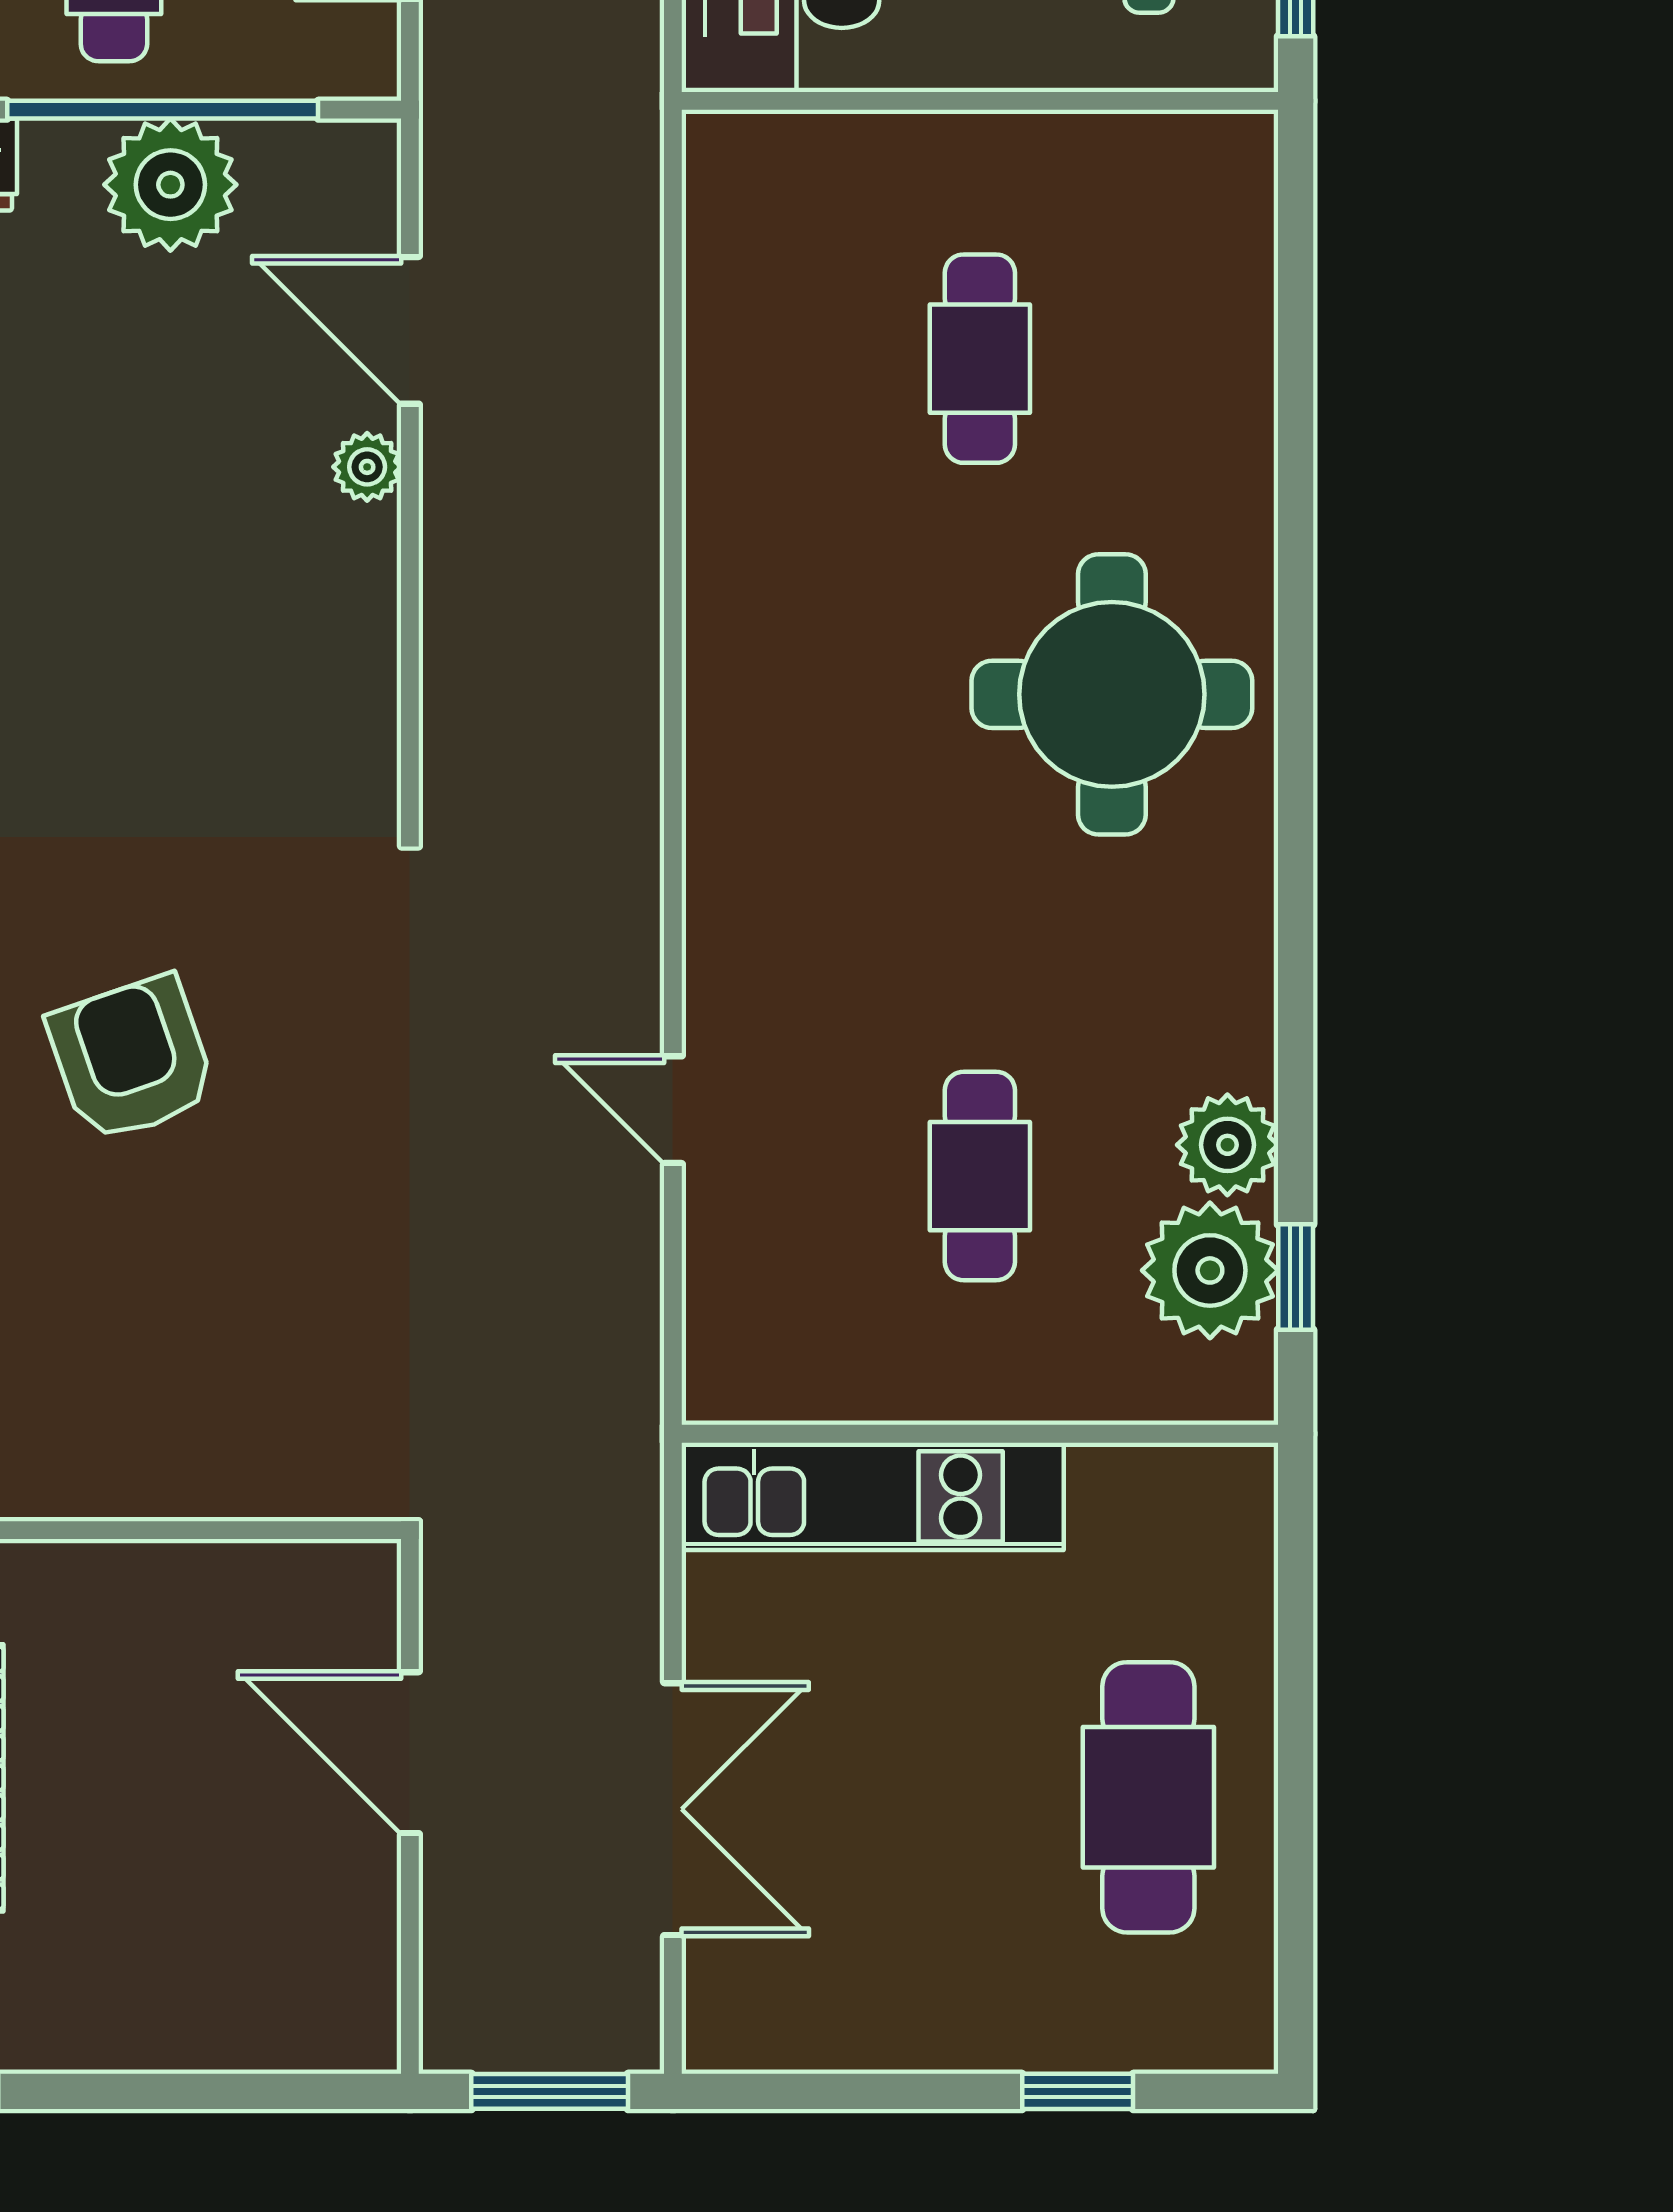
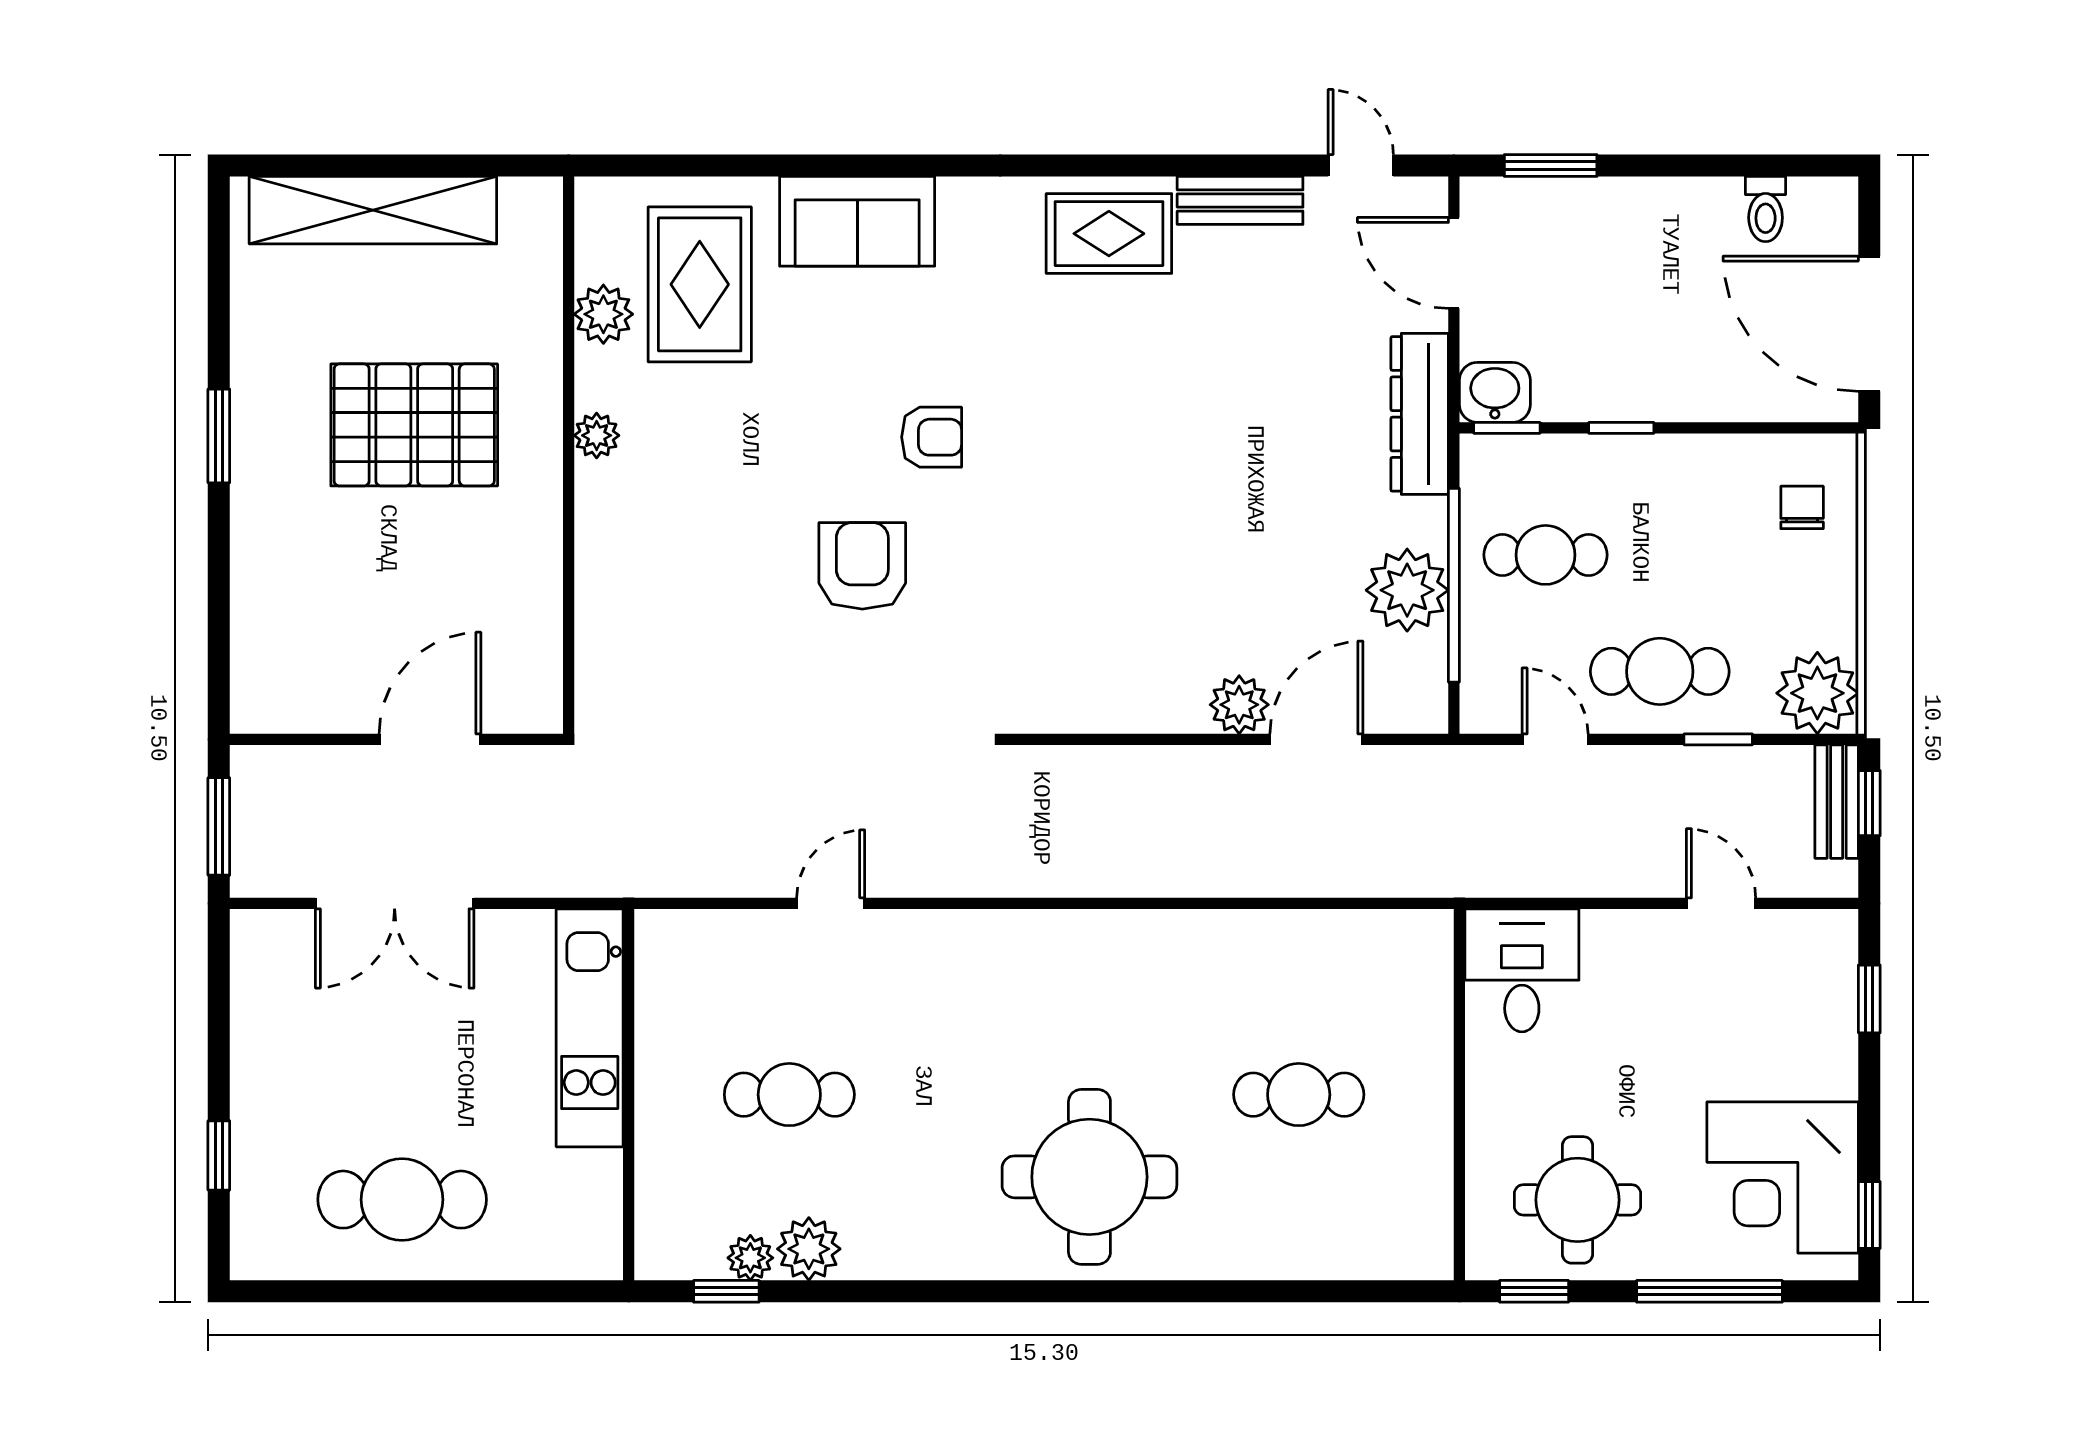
plant: (367, 467) -> (1239, 705), width x1.38, depth x1.38
armchair: (132, 1059) -> (862, 566), turned -71
plant: (1210, 1270) -> (750, 1258), width x0.53, depth x0.53

